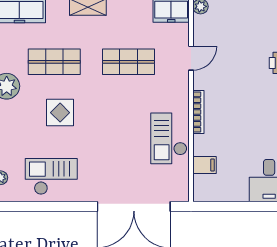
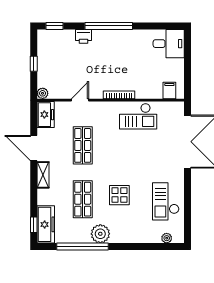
door: (191, 58) -> (80, 100), hinge flipped
filing cabinet: (204, 165) -> (169, 90), moved

